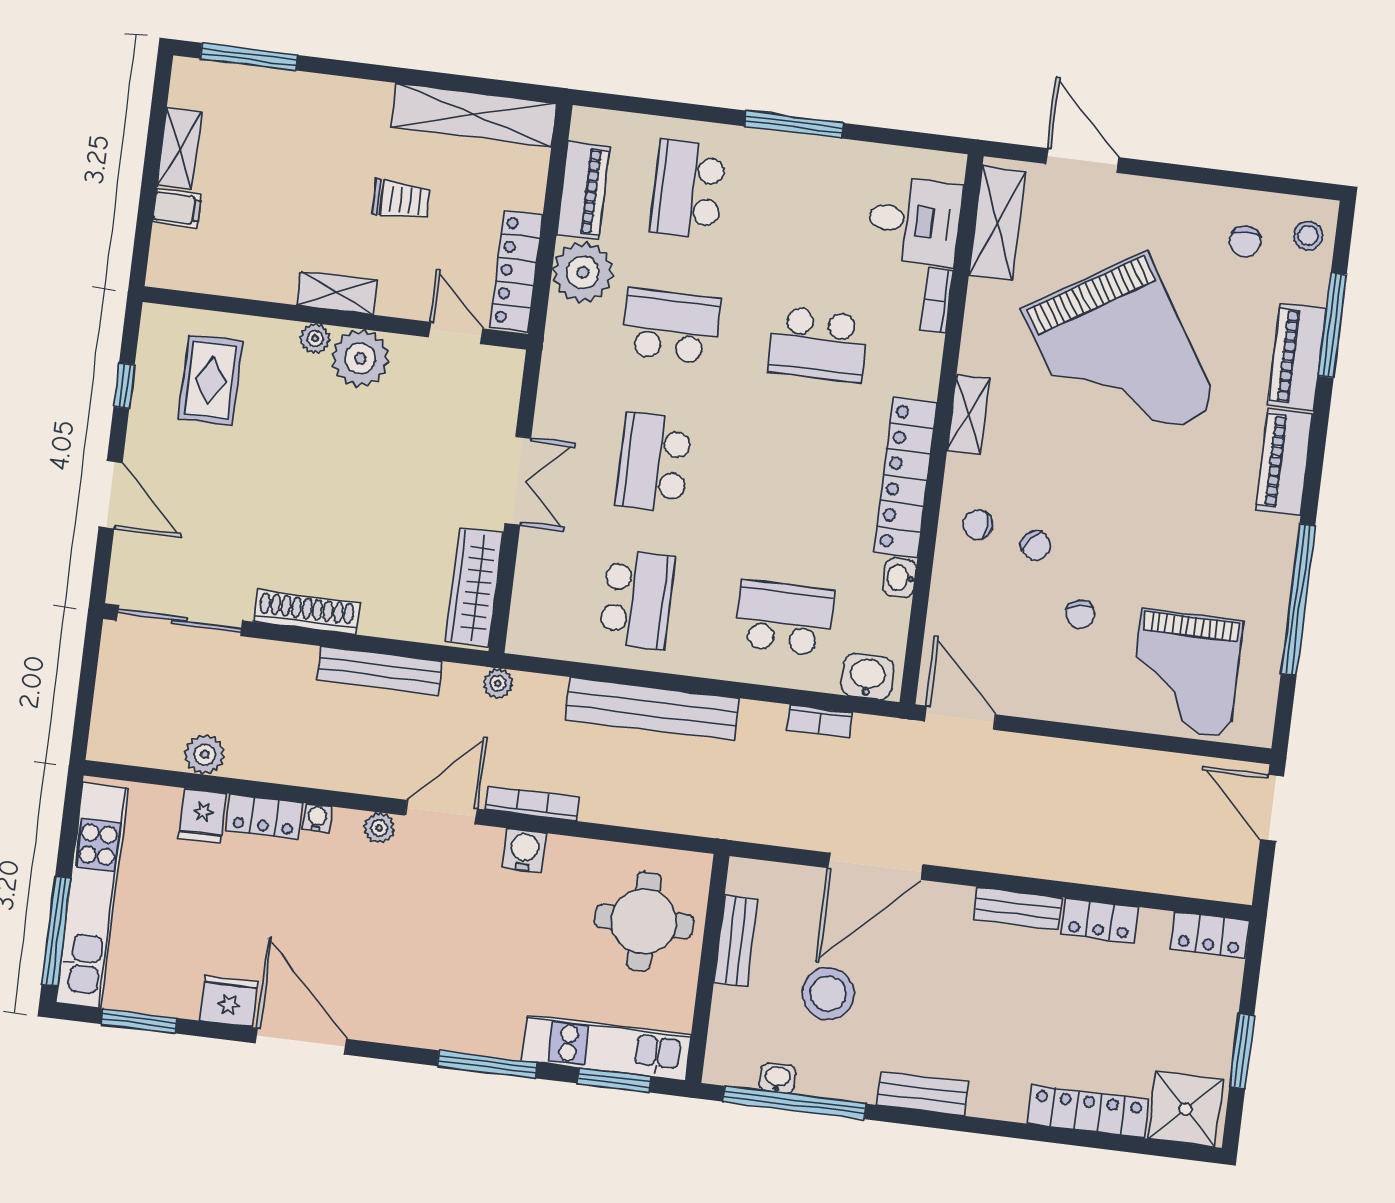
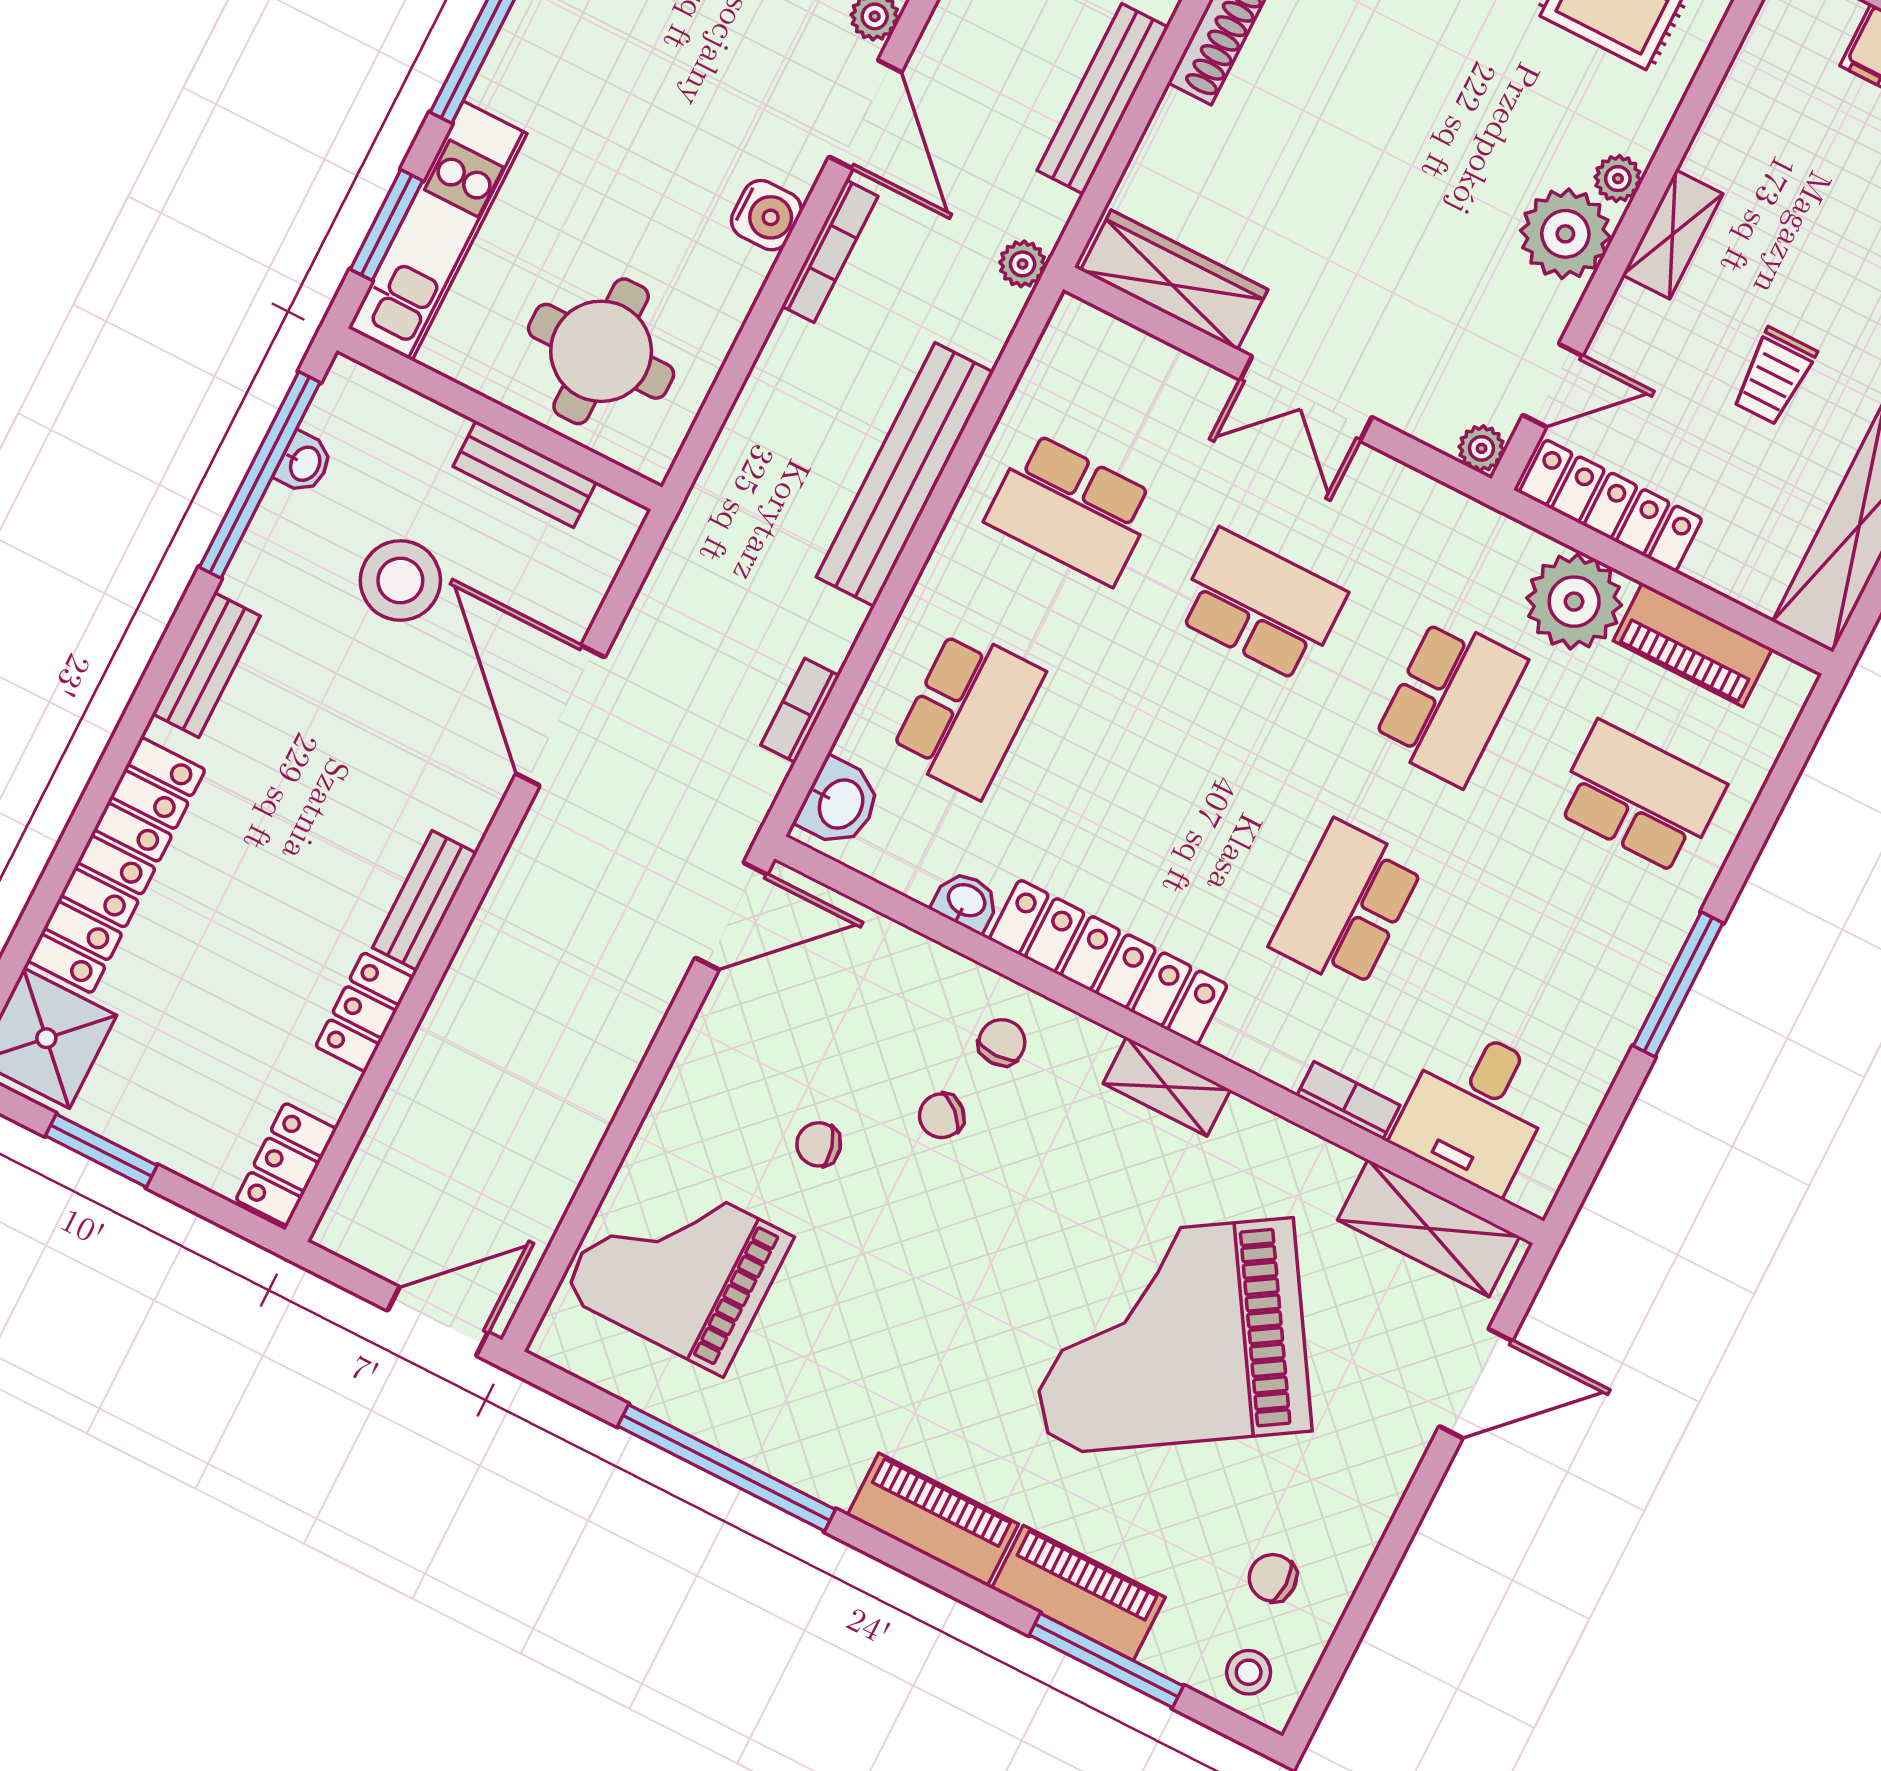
plant: (510, 362) -> (1482, 448), added
locker: (1088, 1112) -> (116, 865), width x1.41, depth x1.21

